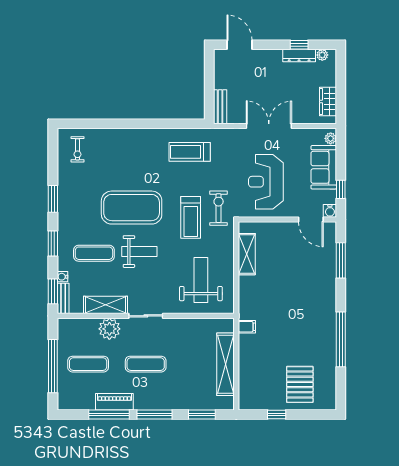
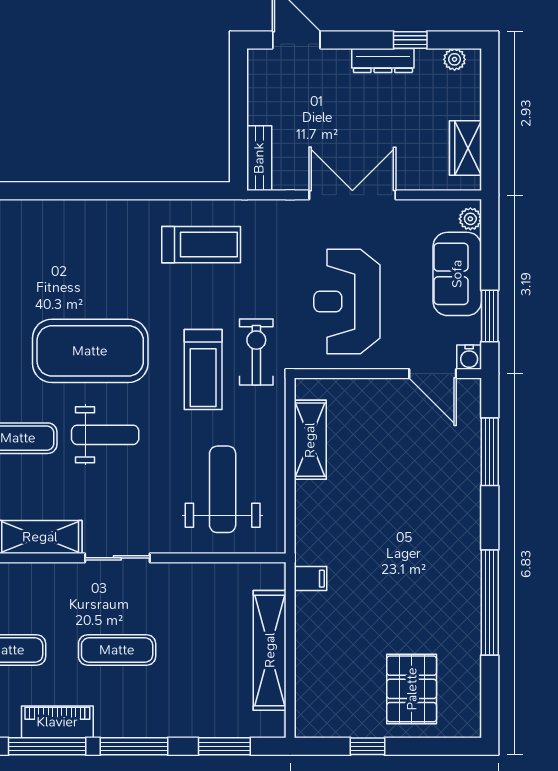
dresser: (299, 56) -> (383, 60), moved
treadmill: (190, 152) -> (201, 245), turned 180
window: (341, 189) -> (490, 316), width x1.50
plant: (109, 329) -> (48, 583), removed

